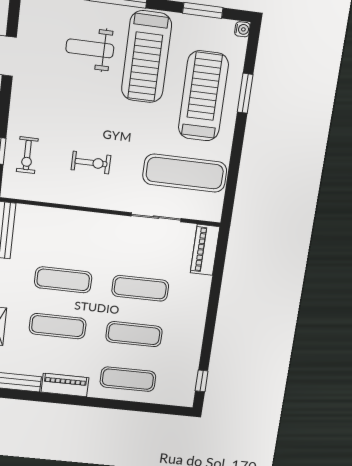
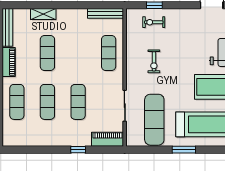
window: (245, 93) -> (184, 150), moved
exercise mat: (63, 280) -> (109, 53), moved
window: (202, 381) -> (78, 150), moved

